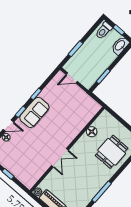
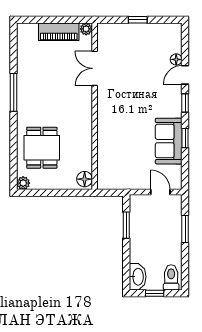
door: (72, 78) -> (160, 192), hinge flipped
sofa: (34, 112) -> (169, 141), moved
floor lamp: (92, 132) -> (85, 179), moved
double door: (60, 158) -> (95, 68), moved

